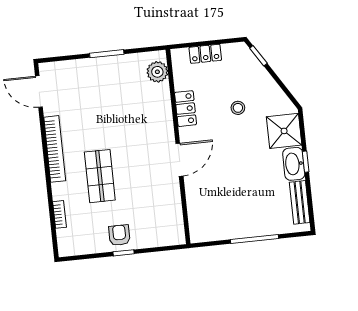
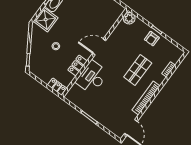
locker: (205, 54) -> (57, 87), moved
plant: (157, 72) -> (129, 18), moved
desk: (152, 111) -> (92, 77), added

